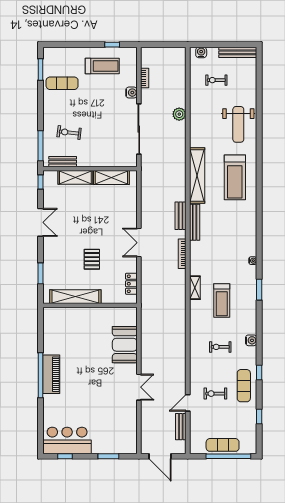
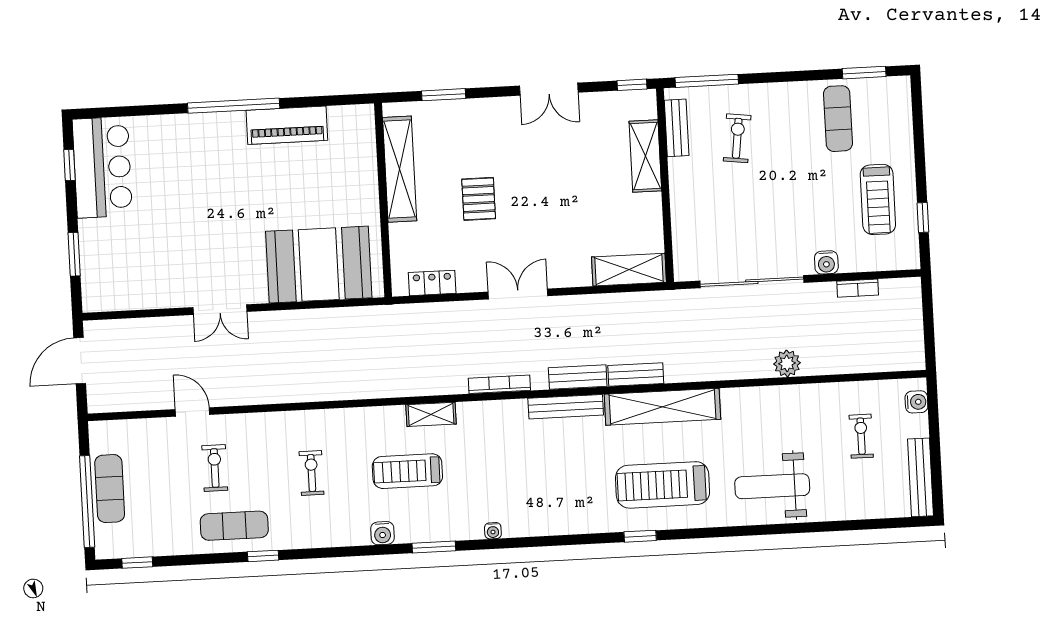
shelving: (111, 178) -> (629, 270), moved, turned 90
window: (259, 190) -> (640, 536), added
pallet: (92, 259) -> (479, 199), turned 90
water cooler: (251, 340) -> (383, 533), moved
booth: (125, 345) -> (319, 265), width x1.36, depth x1.42
piano: (51, 374) -> (287, 125), moved
window: (259, 417) -> (137, 563), moved
bench: (181, 427) -> (636, 374), moved

